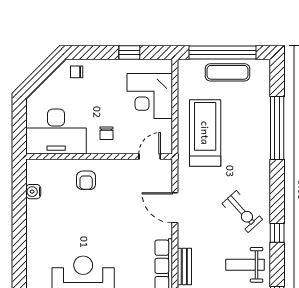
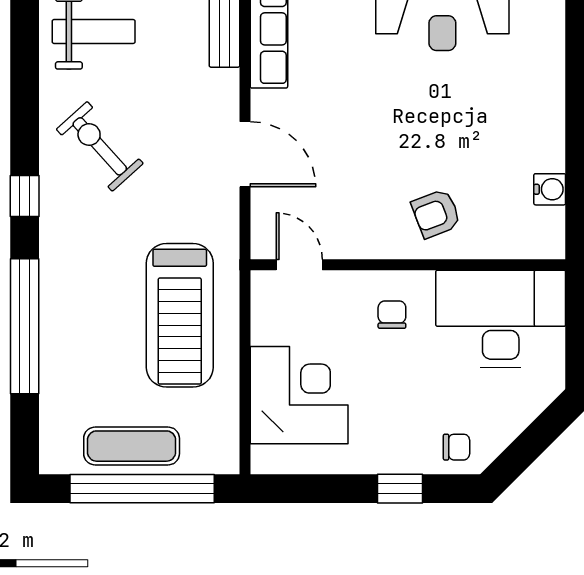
window: (129, 53) -> (400, 489), moved
door: (150, 157) -> (299, 265), swing flipped
armchair: (86, 180) -> (436, 214), turned -111
window: (277, 233) -> (25, 196), moved

